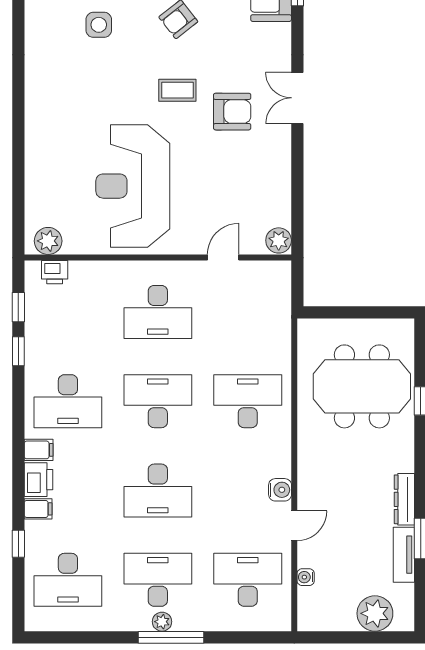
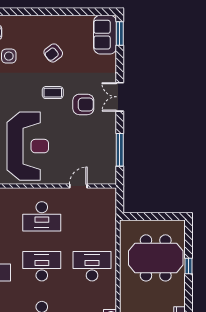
reception desk: (133, 186) -> (28, 146), turned 180
window: (297, 193) -> (120, 150), added
plant: (279, 240) -> (109, 176), removed

